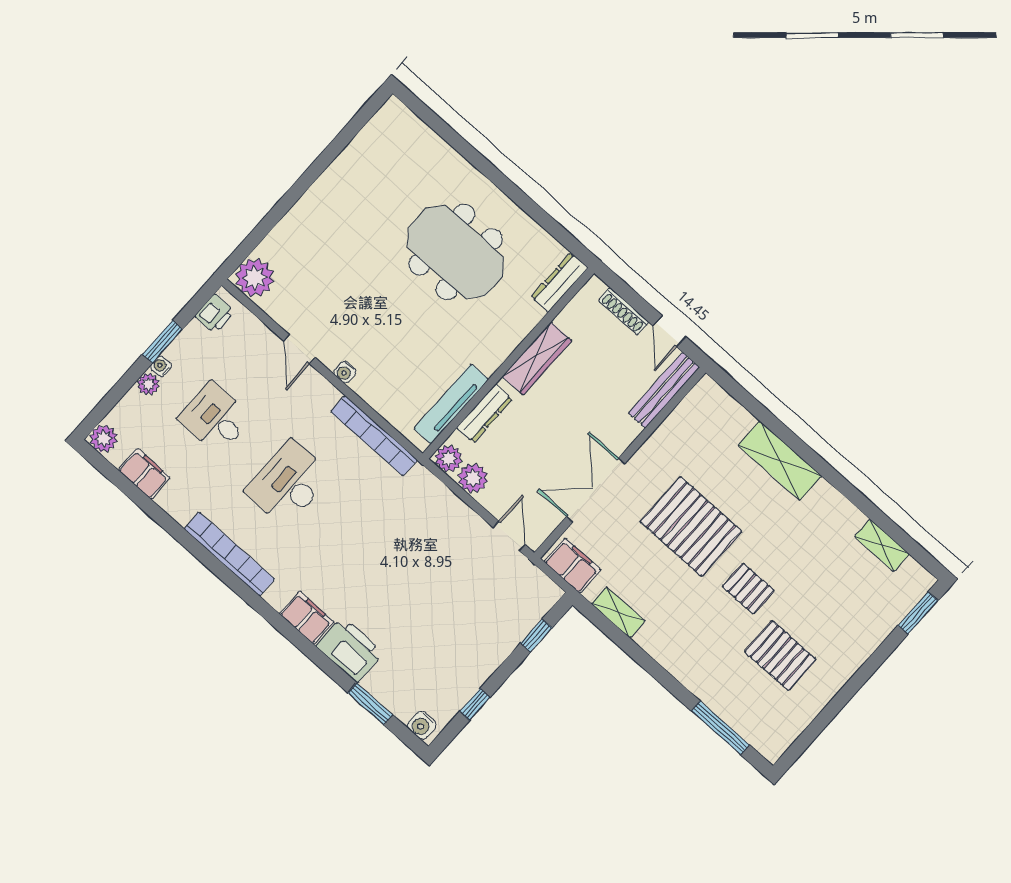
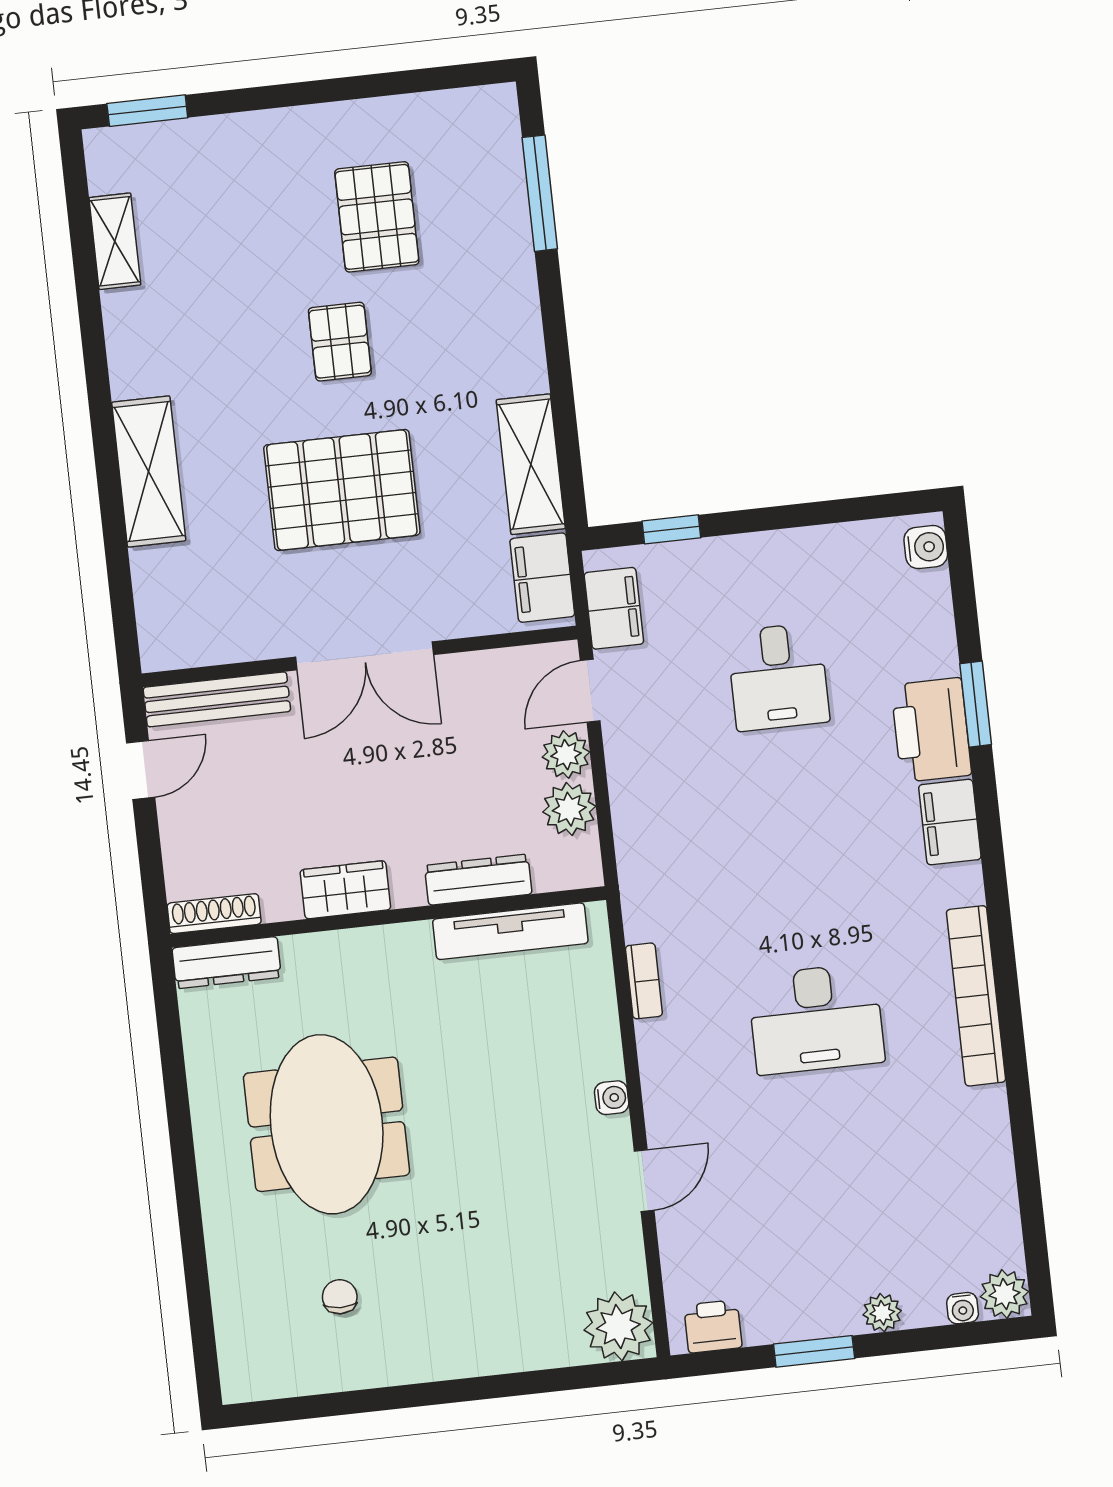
chair: (384, 184) -> (340, 1297), added
shoe rack: (624, 311) -> (214, 914), moved, turned -90
wardrobe: (537, 359) -> (345, 890), width x0.67
water cooler: (161, 366) -> (963, 1308), moved
desk: (215, 418) -> (778, 677), moved
bookcase: (374, 436) -> (644, 981), width x0.43, depth x0.76
plant: (449, 459) -> (566, 755), moved
filing cabinet: (144, 474) -> (614, 608), moved, turned 180
double door: (596, 490) -> (365, 656), moved
pallet: (691, 527) -> (342, 490), turned 90
shelving: (618, 612) -> (531, 464), width x1.50, depth x1.33
window: (370, 704) -> (976, 704), moved
window: (475, 704) -> (832, 512), removed

